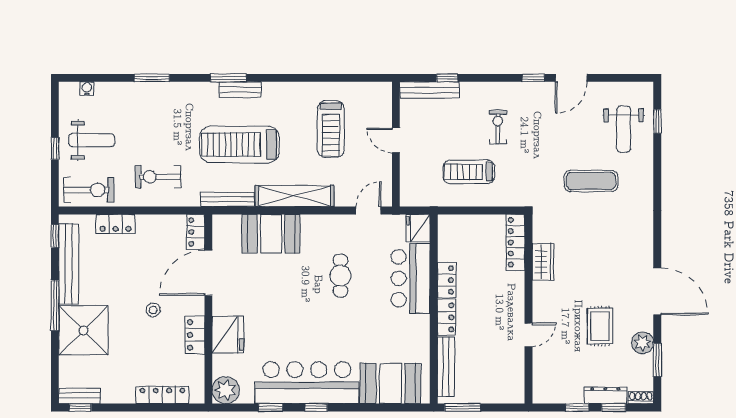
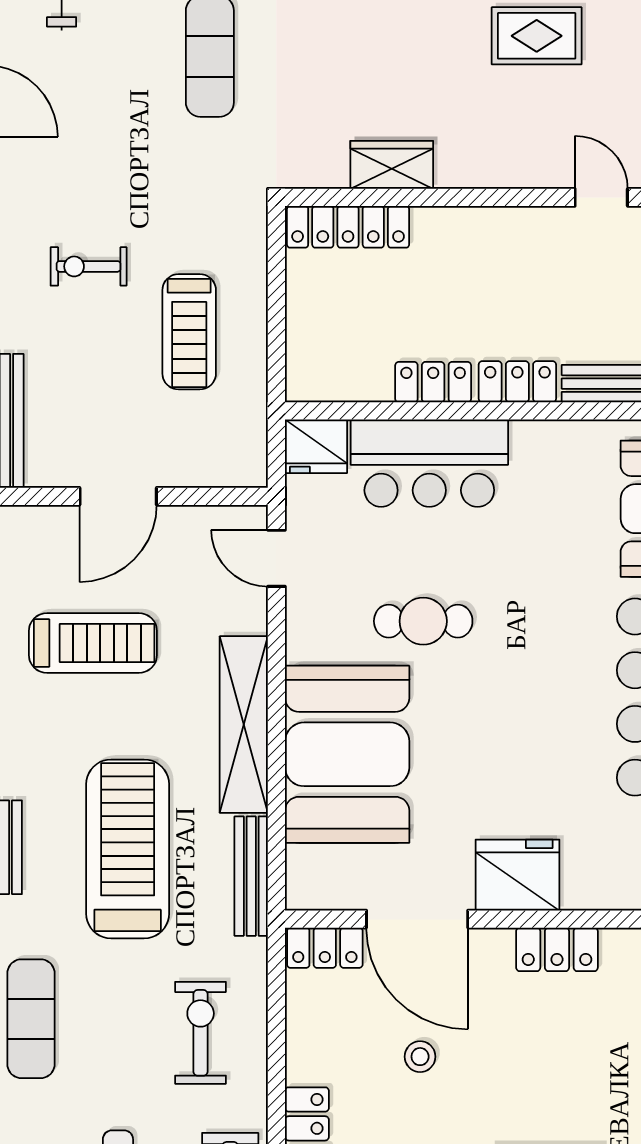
exercise mat: (164, 102) -> (31, 1019), added
door: (396, 140) -> (118, 496), width x1.38
treadmill: (239, 144) -> (128, 849), turned 180
exercise bike: (158, 177) -> (201, 1033), turned 180
booth: (271, 234) -> (347, 754), width x1.36, depth x1.42
stool: (153, 310) -> (420, 1057), moved
fridge: (228, 335) -> (517, 875), moved
door: (528, 335) -> (601, 197), moved

